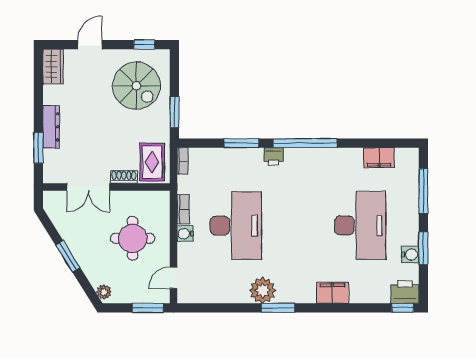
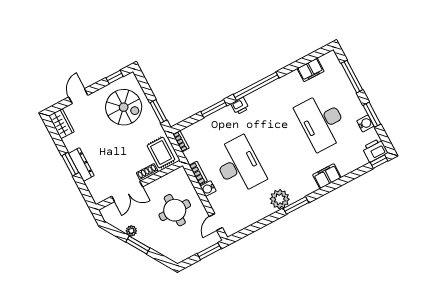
window: (38, 148) -> (70, 164), moved
desk: (360, 225) -> (322, 122), turned 180
plant: (104, 292) -> (131, 231), moved

